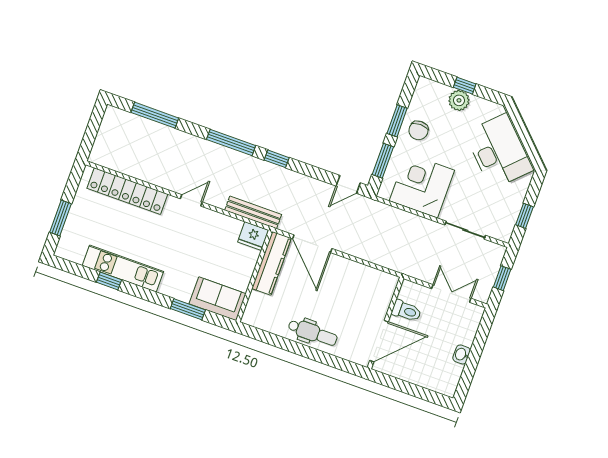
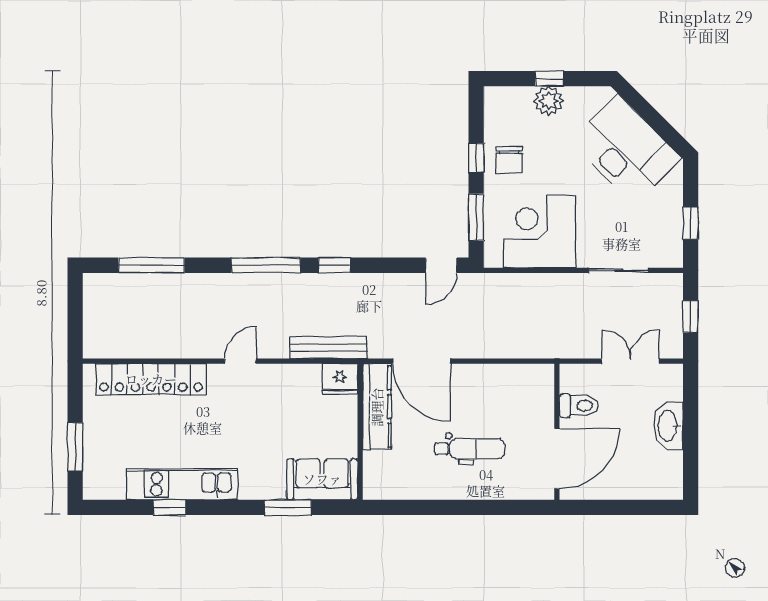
window: (397, 121) -> (476, 158), width x0.67
dental chair: (313, 333) -> (470, 449), moved
washbasin: (462, 354) -> (668, 426), width x1.91, depth x1.45

